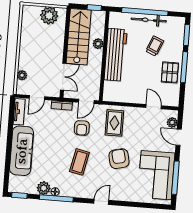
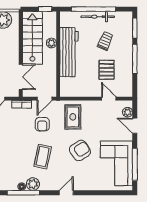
pallet: (170, 72) -> (107, 70), moved
armchair: (119, 159) -> (80, 150), turned 70
plant: (44, 188) -> (33, 184), moved

